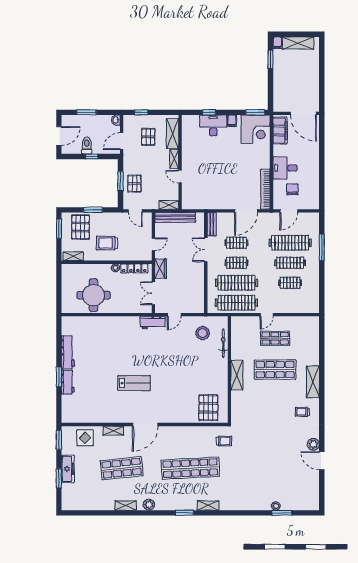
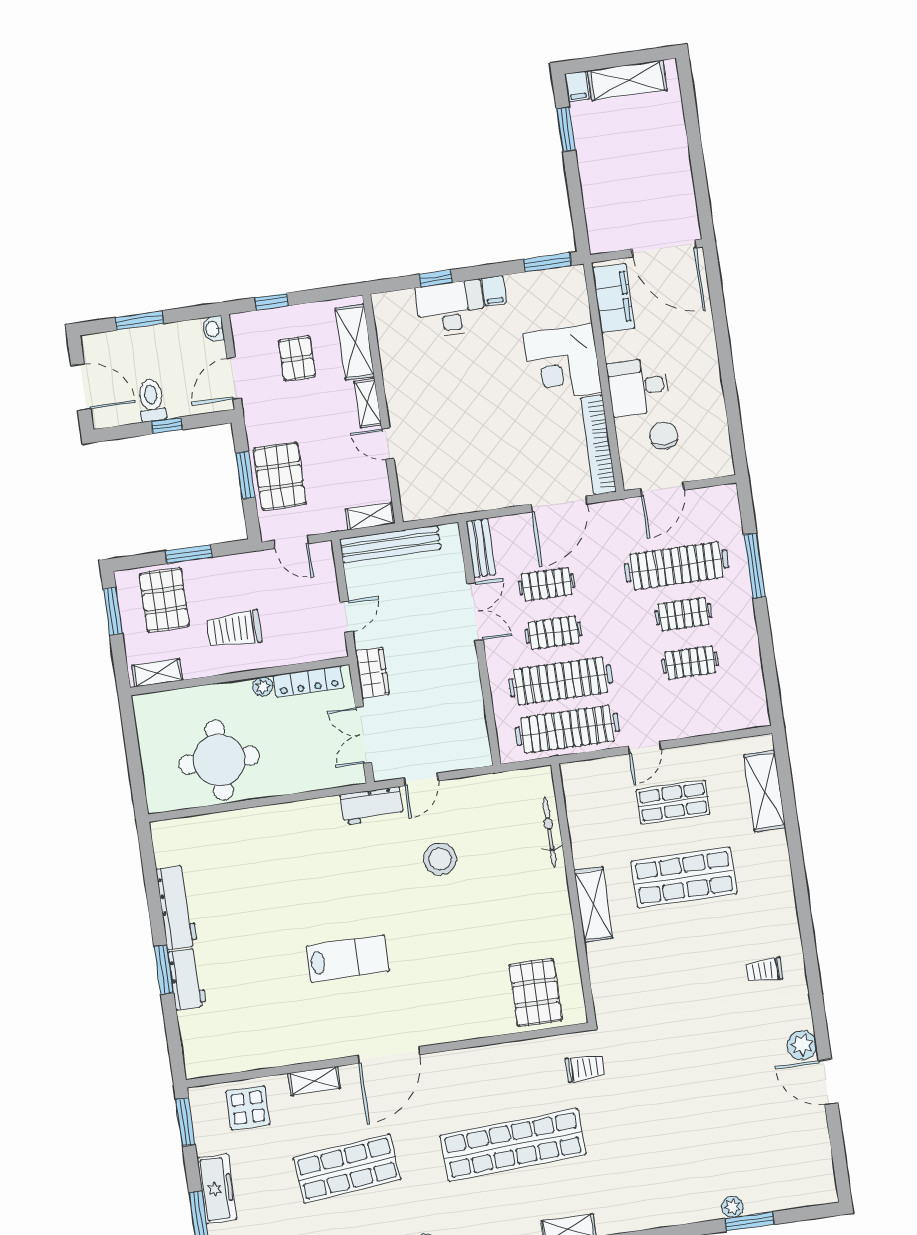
corner desk: (256, 129) -> (563, 363), moved, turned 90
door: (59, 136) -> (81, 387), hinge flipped
pallet: (134, 184) -> (280, 476), width x1.50, depth x1.42
double door: (206, 250) -> (475, 612), swing flipped
clothes rail: (290, 263) -> (683, 614), width x0.73
stool: (203, 333) -> (440, 859), moved
shelving: (313, 382) -> (765, 791), moved

